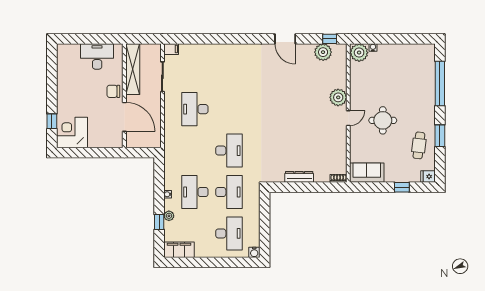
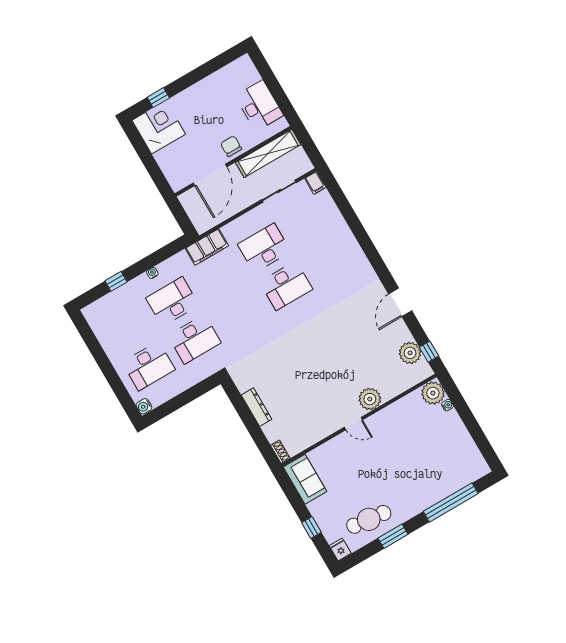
round table: (383, 120) -> (373, 463), removed
cafe table: (419, 145) -> (369, 519), width x1.37, depth x1.35
desk: (229, 151) -> (286, 286), moved
plant: (169, 216) -> (129, 288), removed
filing cabinet: (179, 250) -> (207, 247), moved, turned 90

